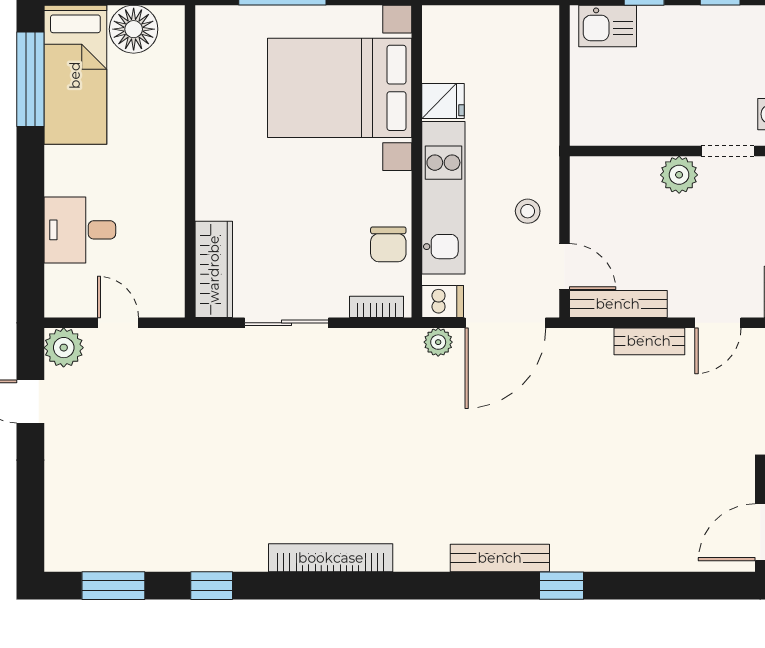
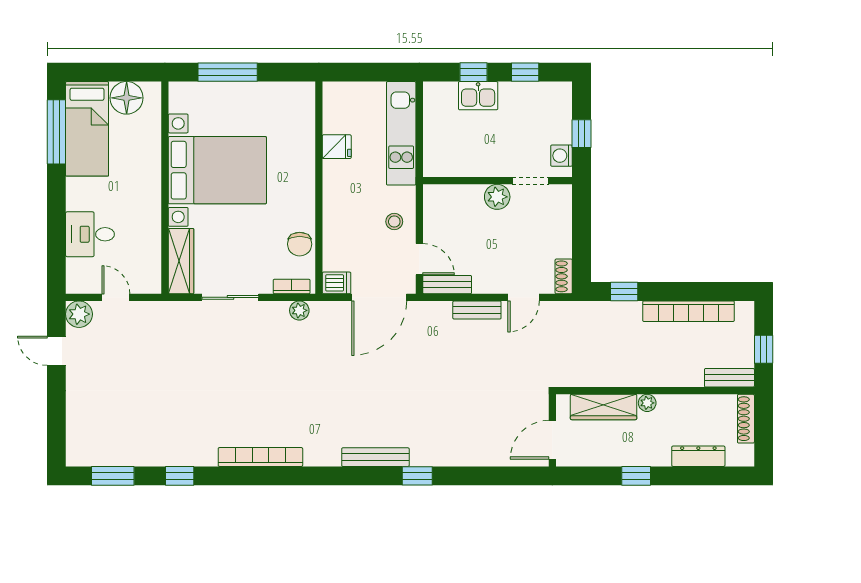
kitchen sink: (608, 26) -> (478, 96), moved
bed with nightstands: (340, 88) -> (217, 170), moved, turned 180
kitchen unit: (443, 198) -> (401, 133), moved, turned 180
bench: (618, 304) -> (447, 285), width x0.73
plant: (438, 342) -> (299, 310), moved

